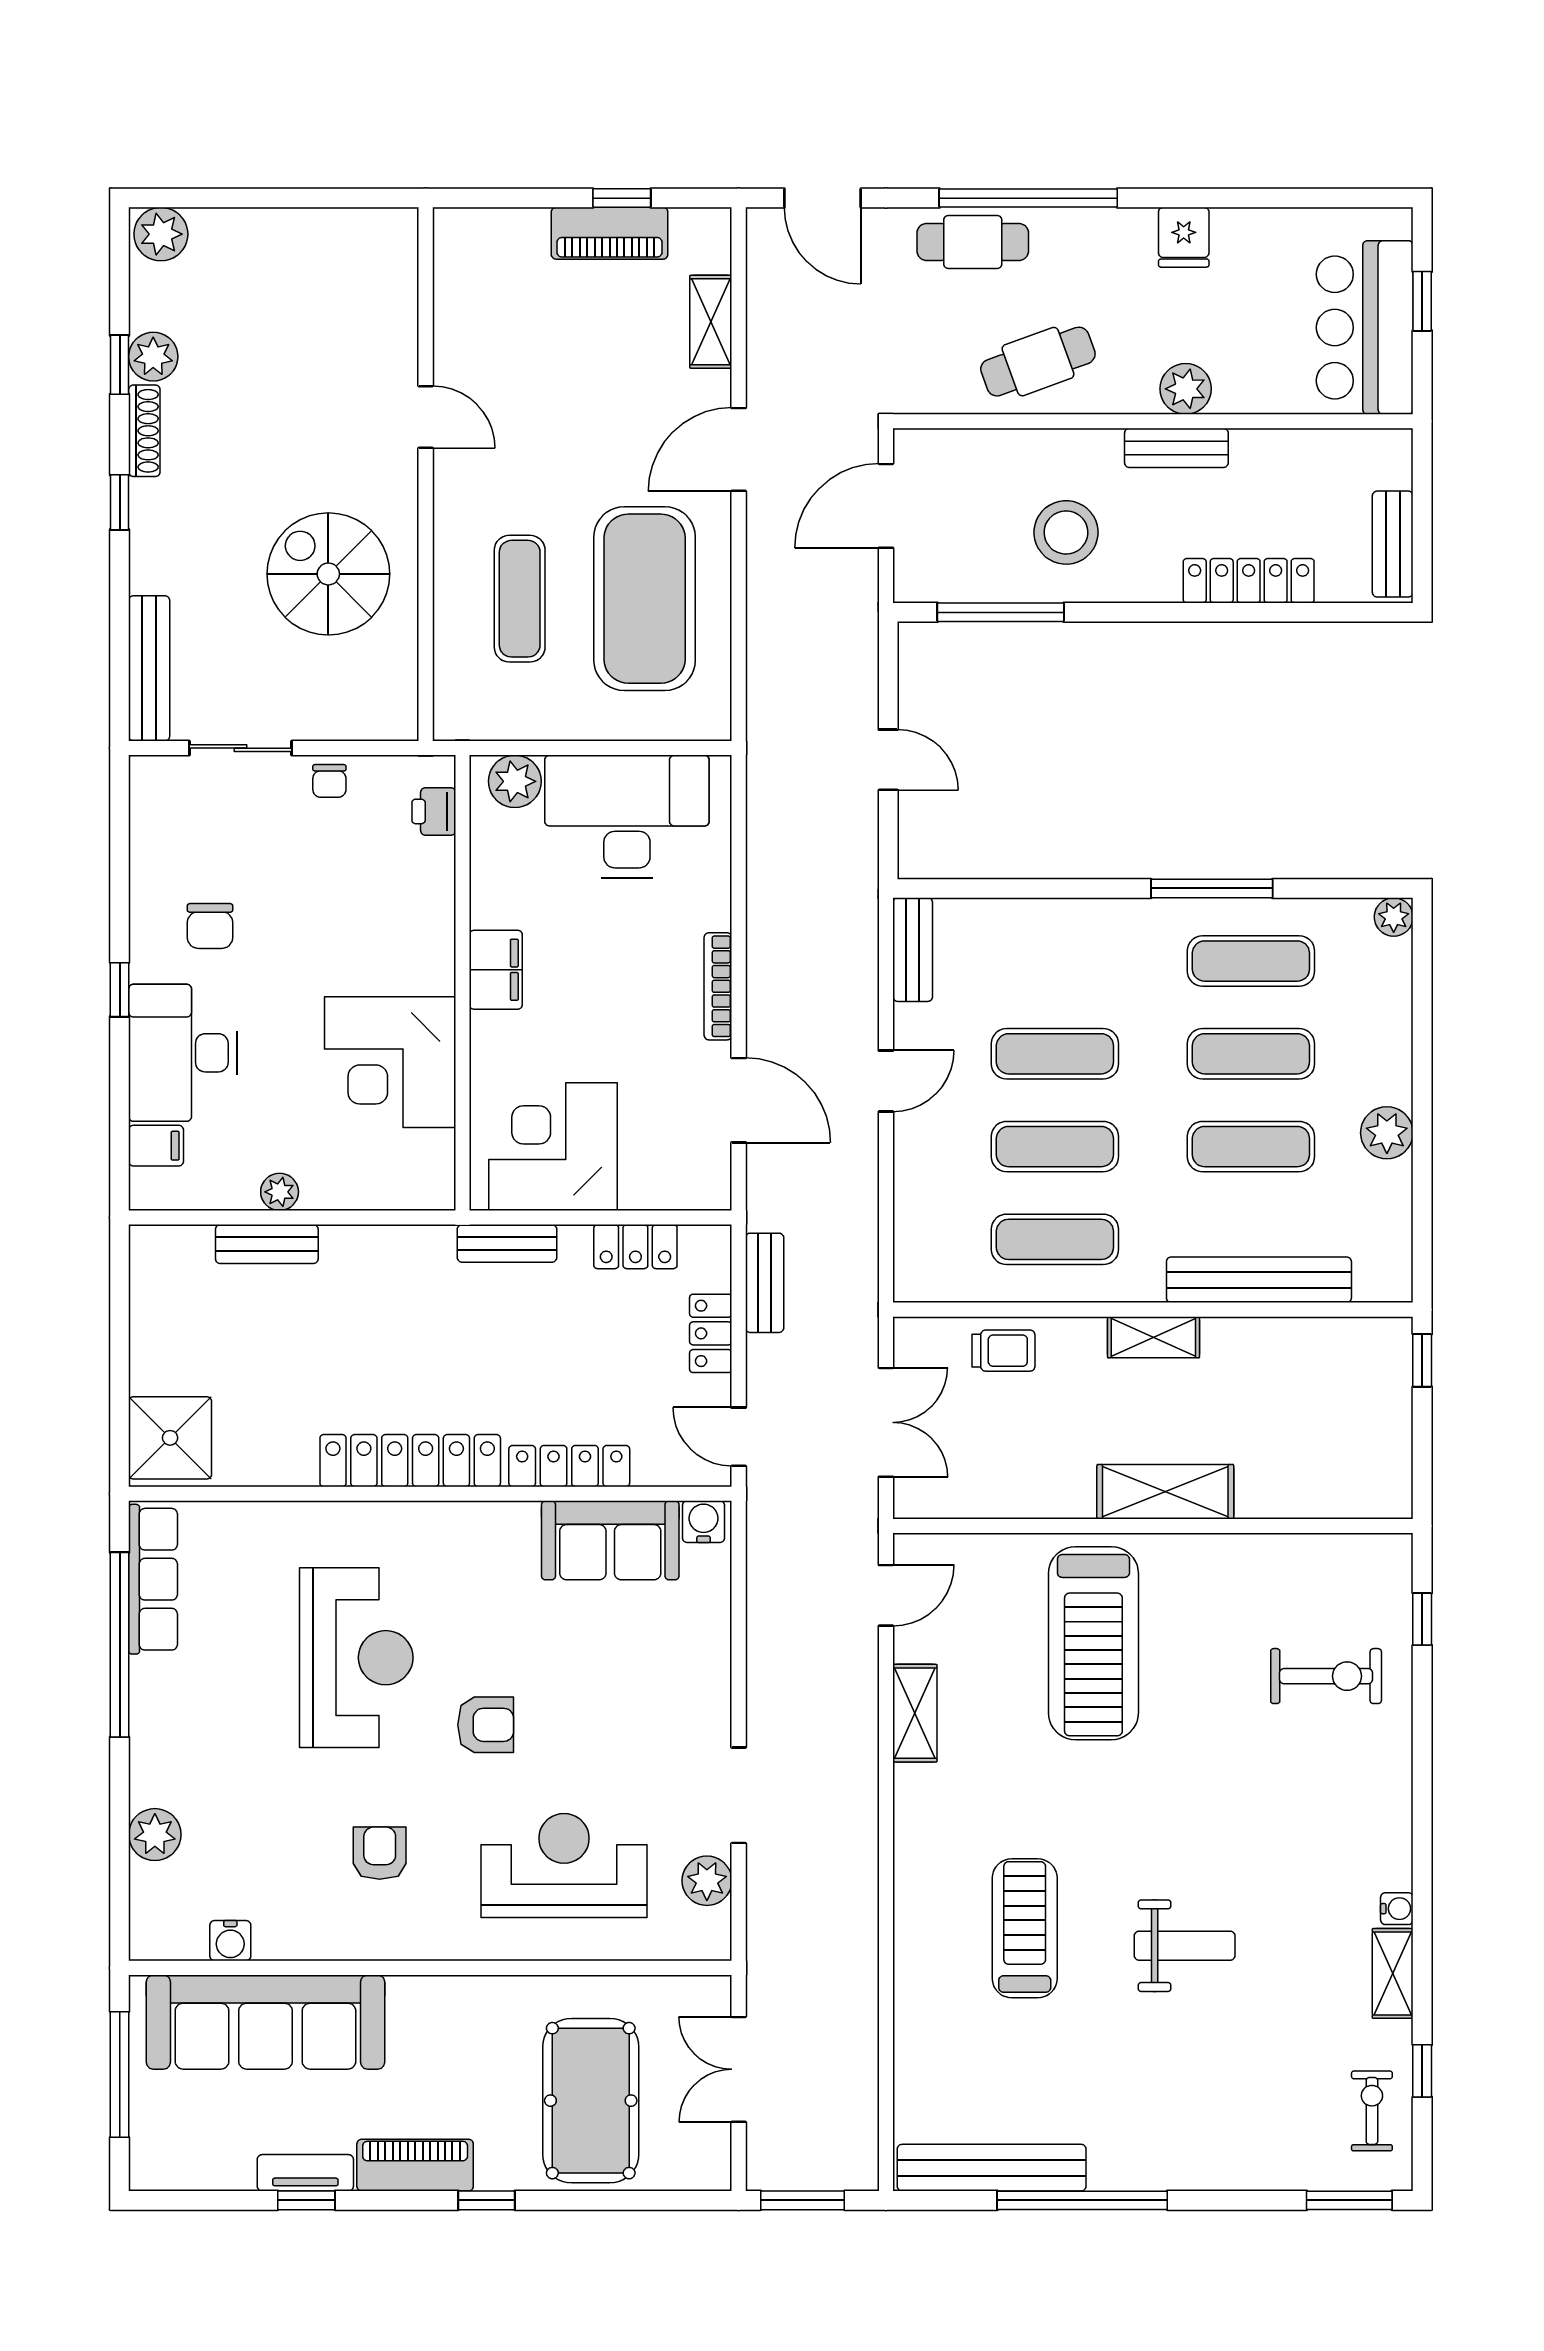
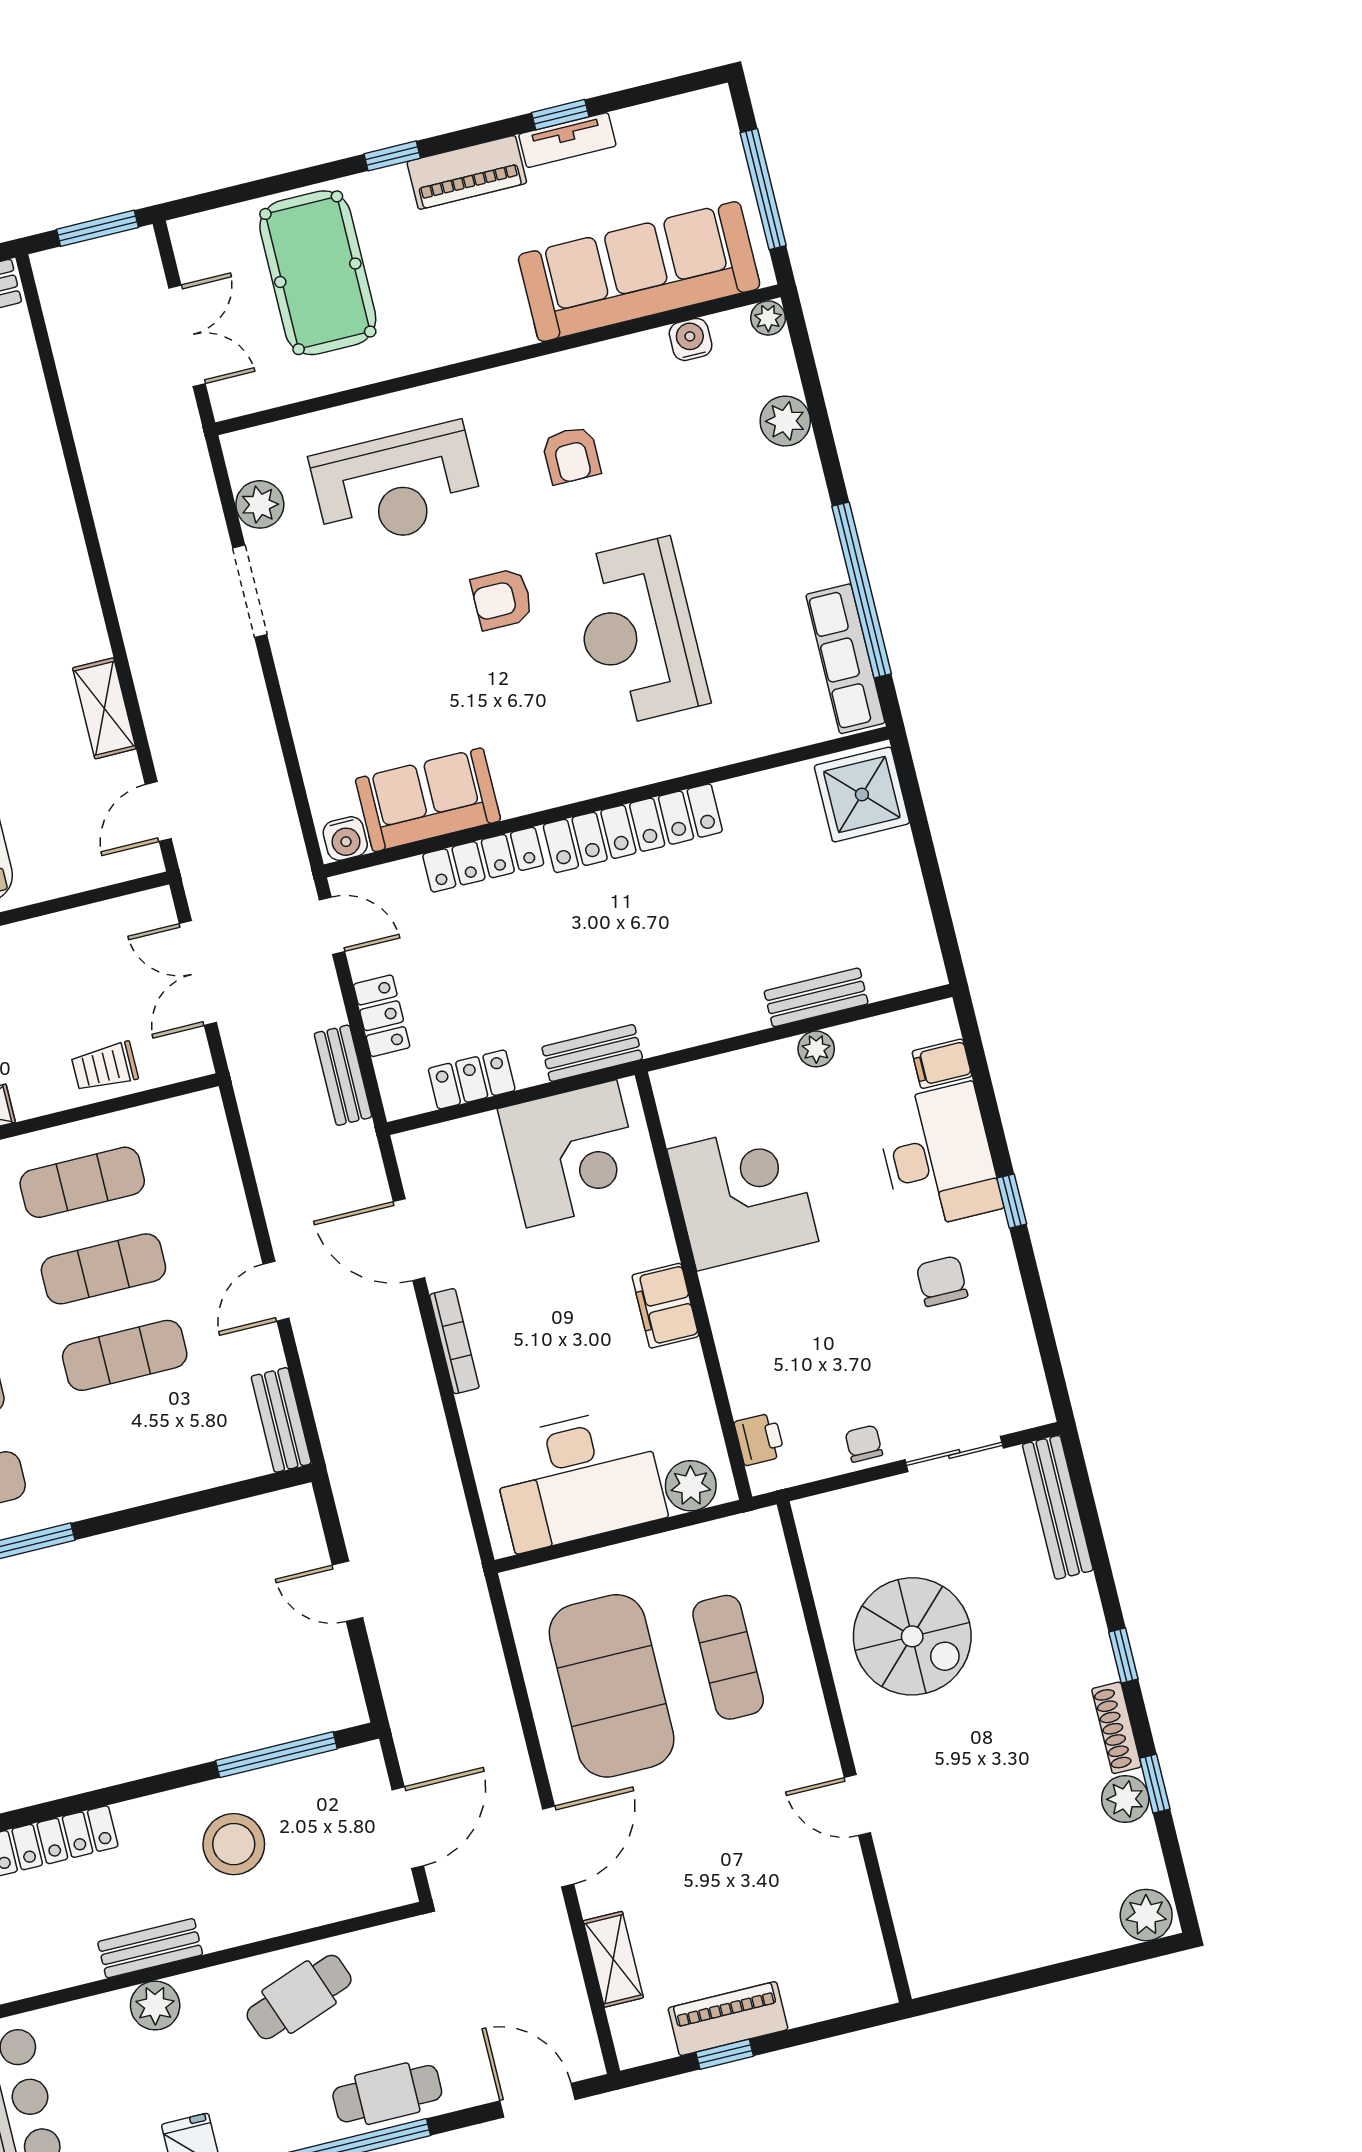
plant: (147, 1943) -> (768, 318), added

